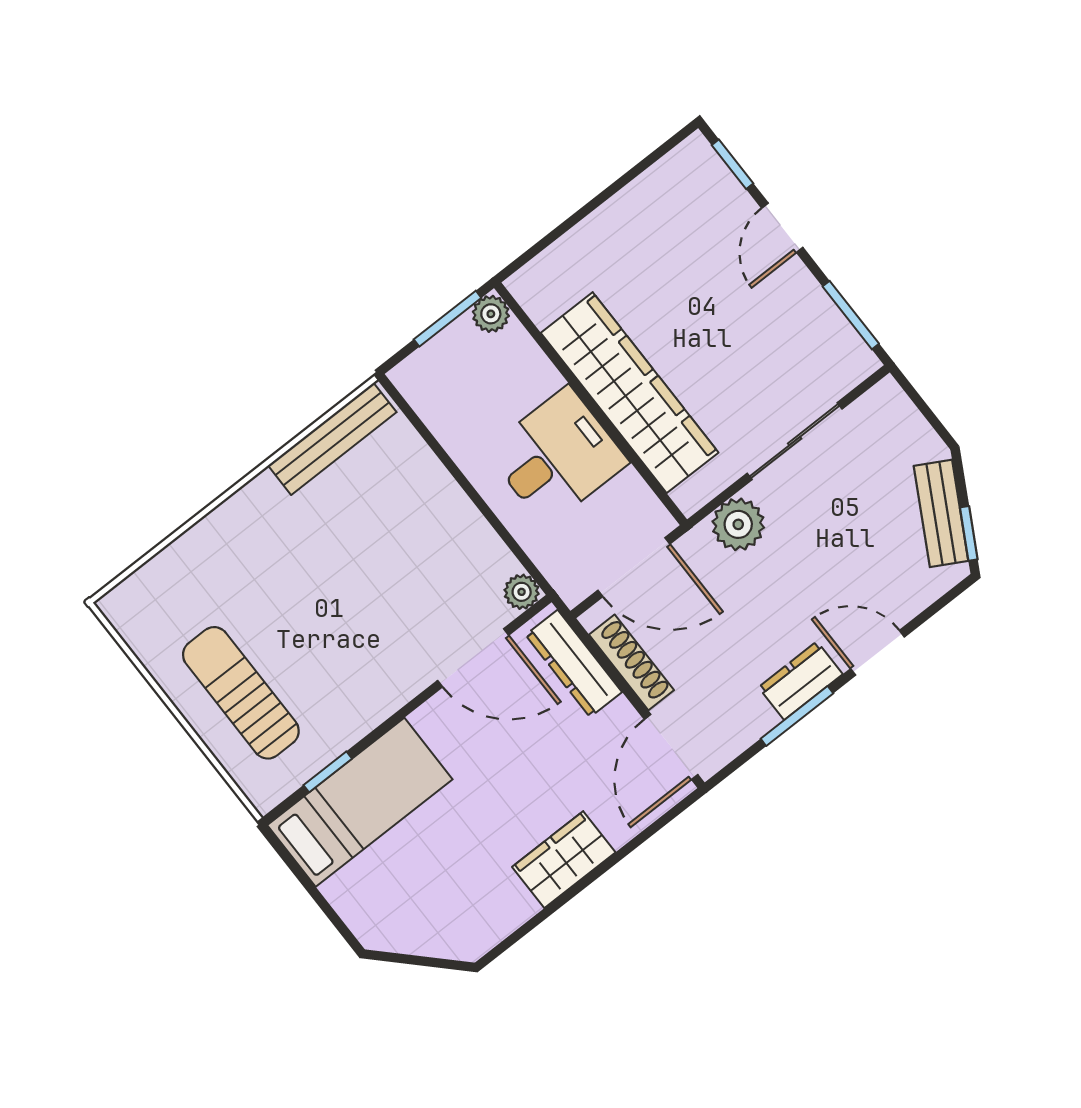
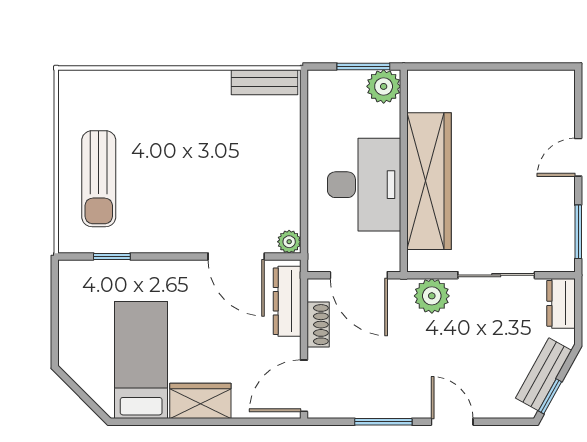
window: (733, 164) -> (578, 103), removed
plant: (491, 314) -> (384, 86), width x1.38, depth x1.38
bench: (332, 439) -> (265, 82), width x0.73
desk: (557, 456) -> (364, 185), width x1.37
shoe rack: (631, 662) -> (318, 325), width x0.70
dresser: (801, 681) -> (561, 303), moved, turned -90
sun lounger: (241, 693) -> (99, 179), turned 180
bed: (360, 802) -> (141, 360), moved, turned -90

